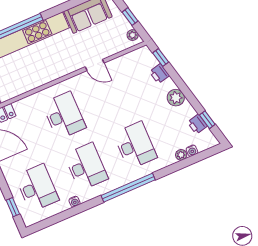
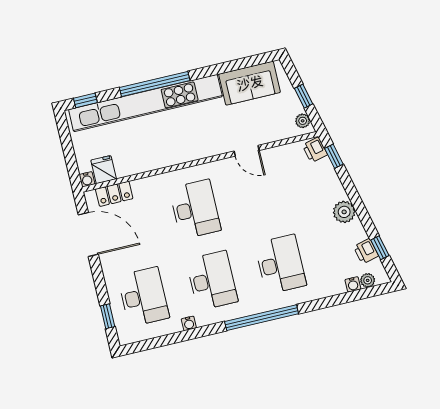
printer: (159, 74) -> (315, 150), moved
plant: (181, 155) -> (368, 280), moved

